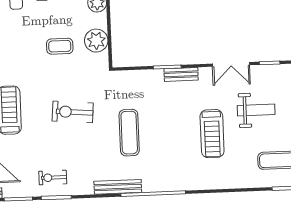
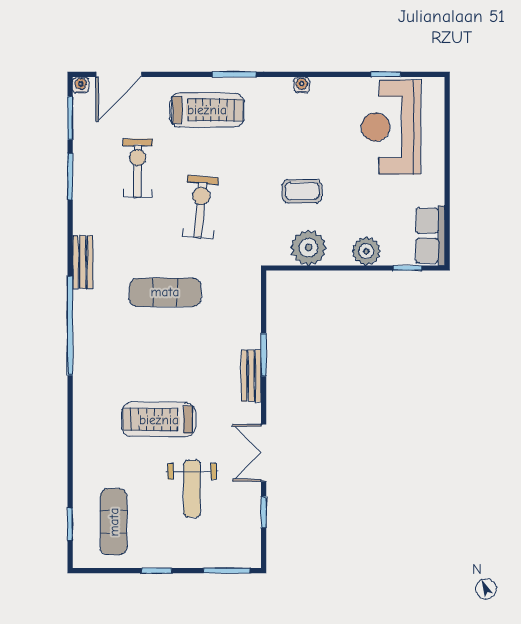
coffee table: (60, 46) -> (302, 191), turned 90
exercise bike: (53, 178) -> (138, 168), moved, width x1.38, depth x1.39
bench: (118, 187) -> (83, 262), width x0.73

